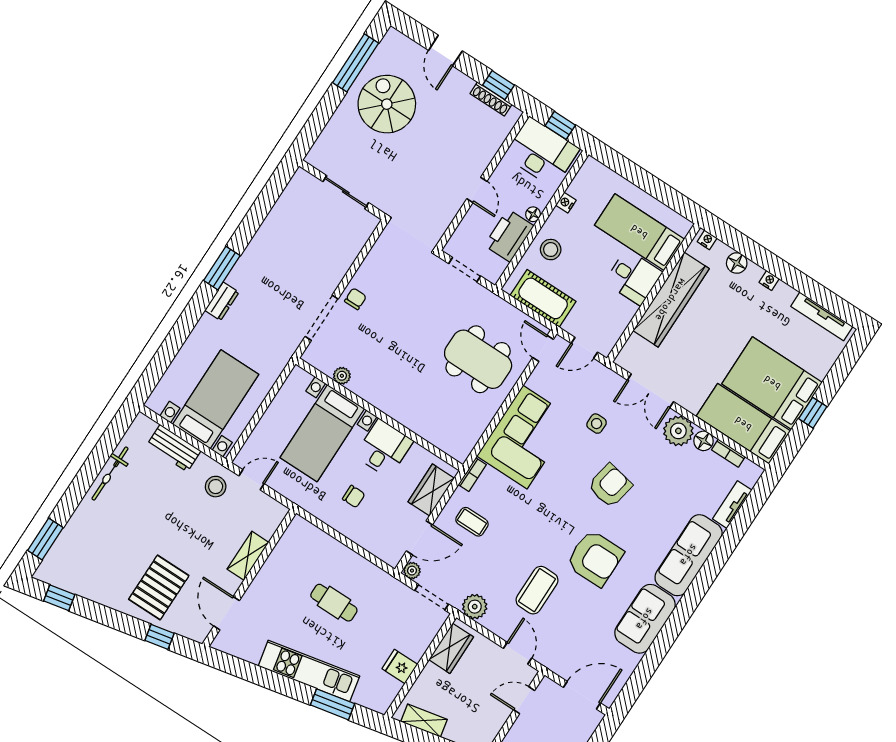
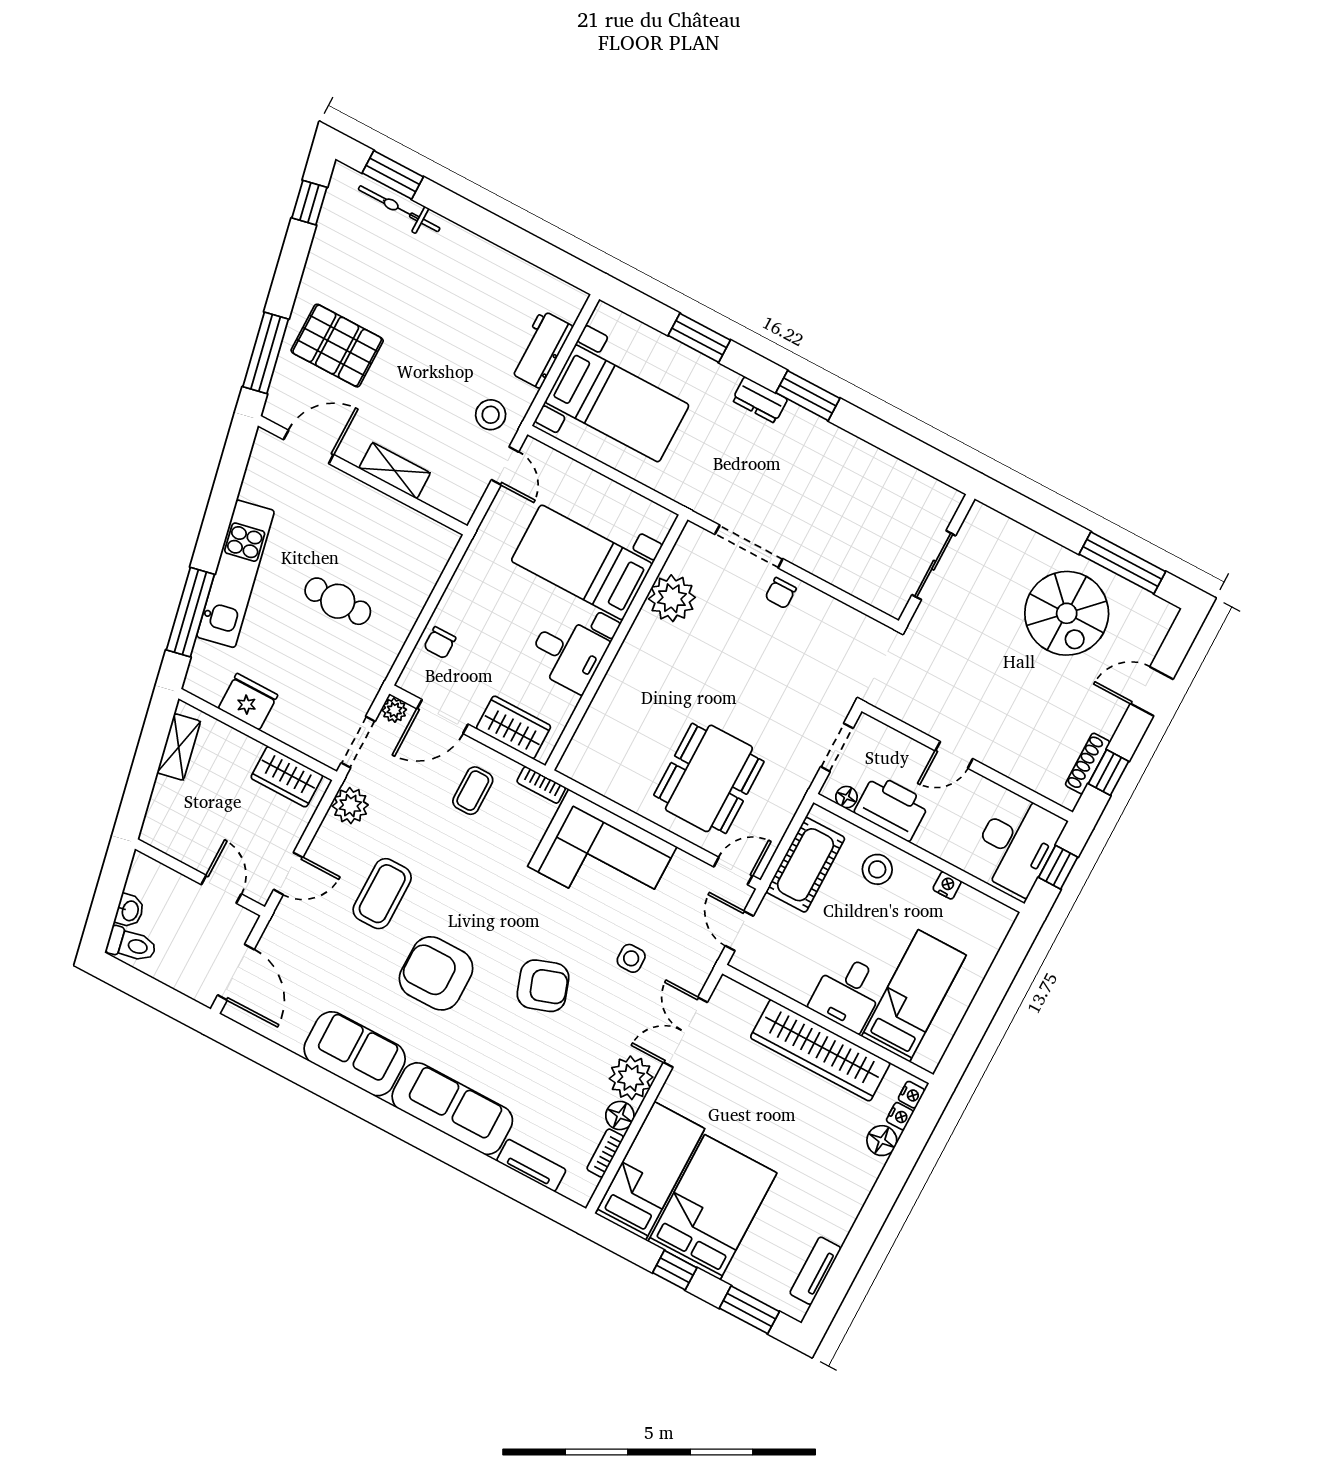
spiral stairs: (387, 104) -> (1067, 613), turned 90
floor lamp: (533, 214) -> (846, 797), moved
nightstand: (769, 280) -> (900, 1116), moved
chair: (355, 299) -> (781, 593), turned 90
tv unit: (822, 316) -> (815, 1271), width x0.71
window: (176, 339) -> (699, 338), added
window: (845, 364) -> (749, 1310), added
plant: (342, 376) -> (672, 598), width x1.88, depth x1.88
bicycle: (110, 474) -> (399, 209), moved
armchair: (610, 486) -> (543, 986), turned -30
chair: (354, 497) -> (440, 643), moved
door: (419, 538) -> (443, 717), hinge flipped
armchair: (595, 558) -> (436, 973), turned 90
coffee table: (537, 590) -> (382, 894), turned 90
cafe table: (334, 603) -> (338, 601), turned 90
window: (159, 637) -> (266, 353), width x2.17
fridge: (400, 667) -> (248, 702), width x1.38
window: (332, 704) -> (190, 612), width x1.44

